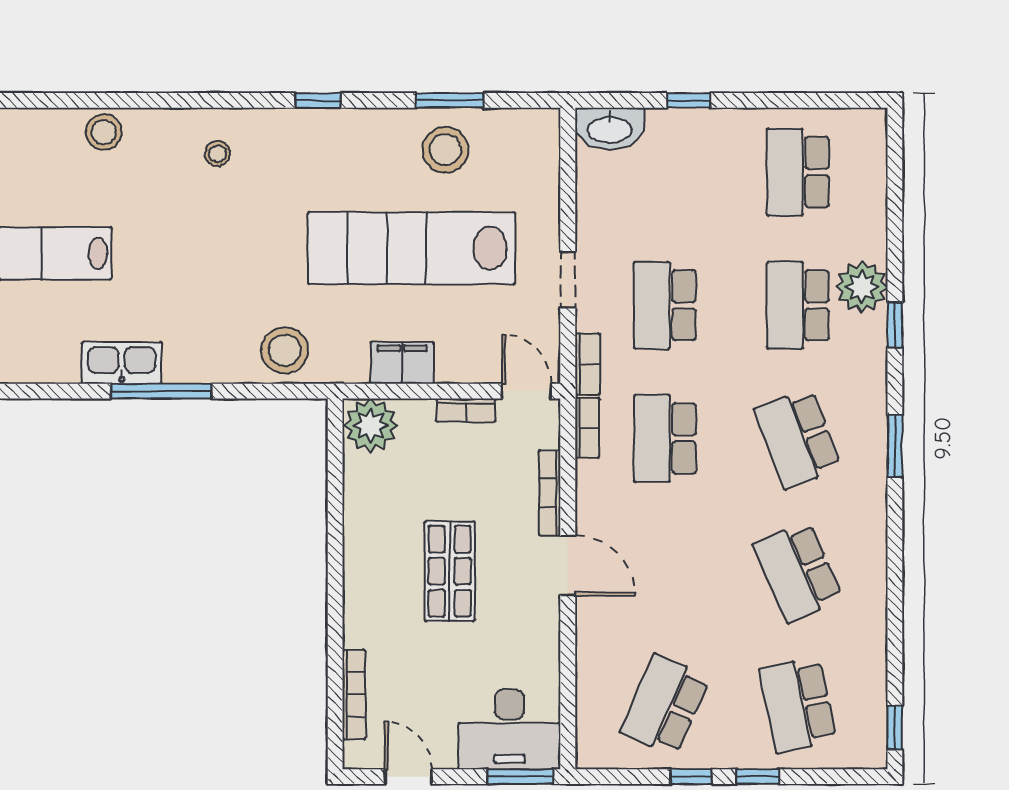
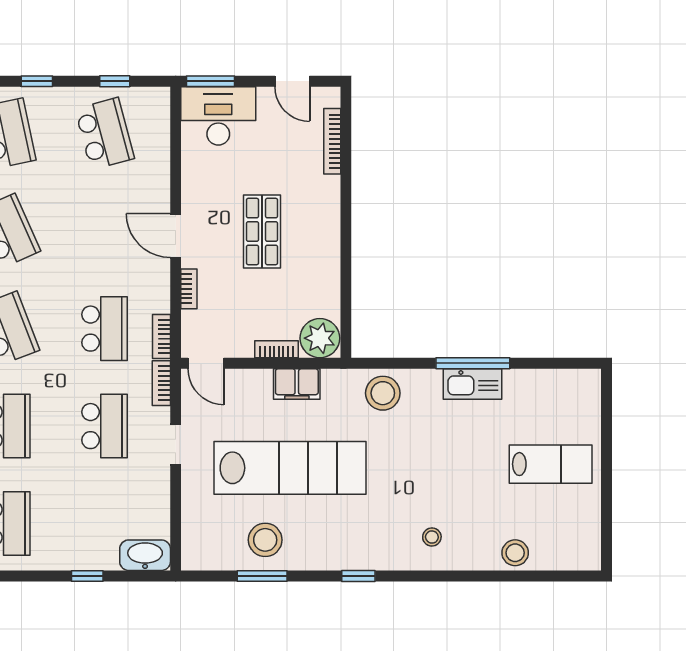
kitchen sink: (122, 363) -> (473, 384), moved
bookcase: (466, 410) -> (276, 349), moved
bookcase: (550, 493) -> (189, 289), width x0.64
school desk: (665, 705) -> (105, 134), turned -39
window: (691, 777) -> (115, 81), moved

